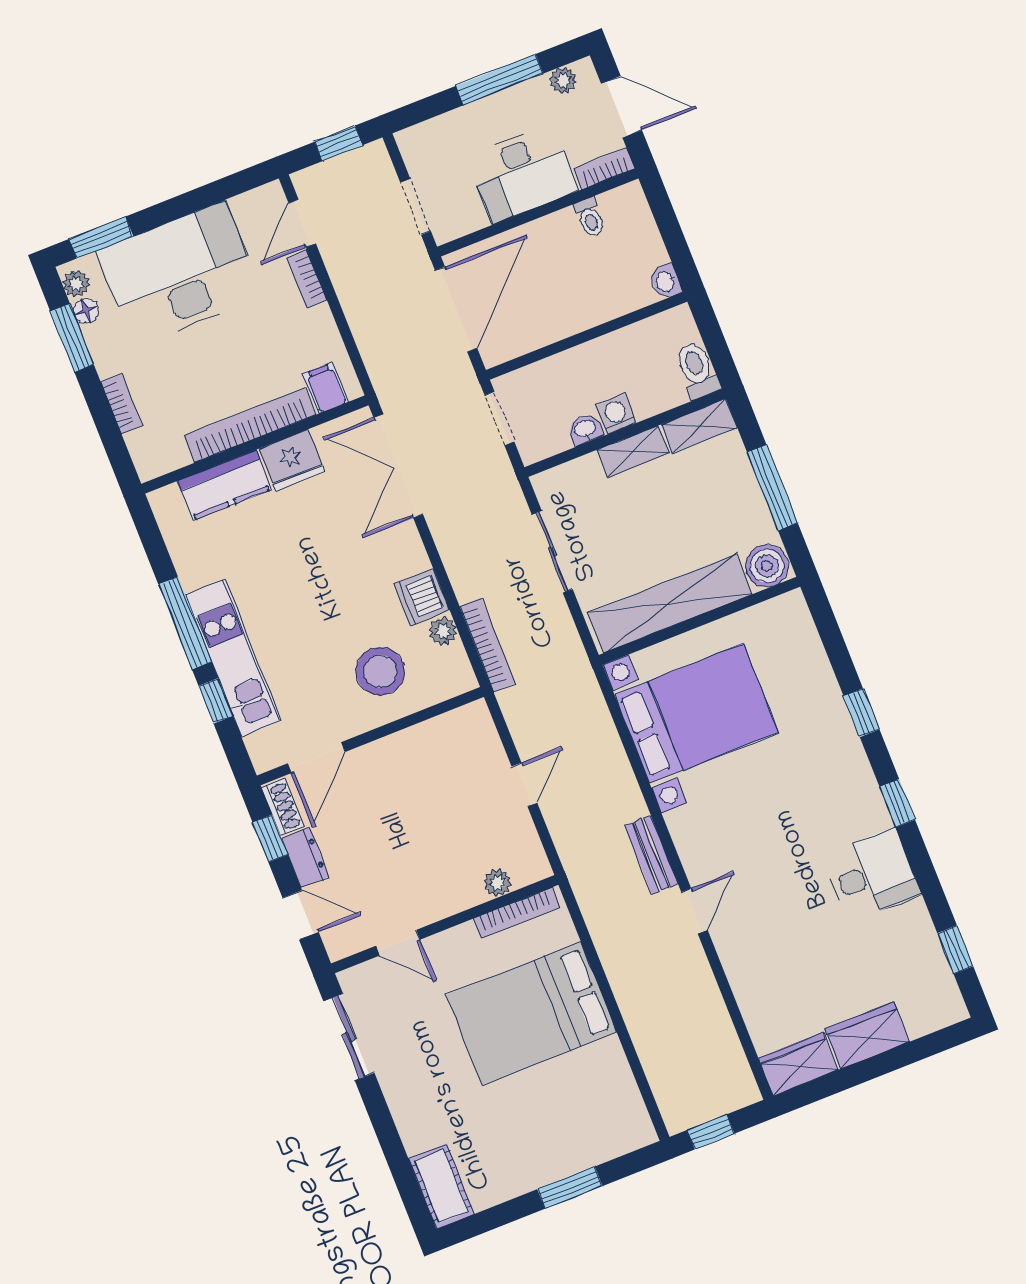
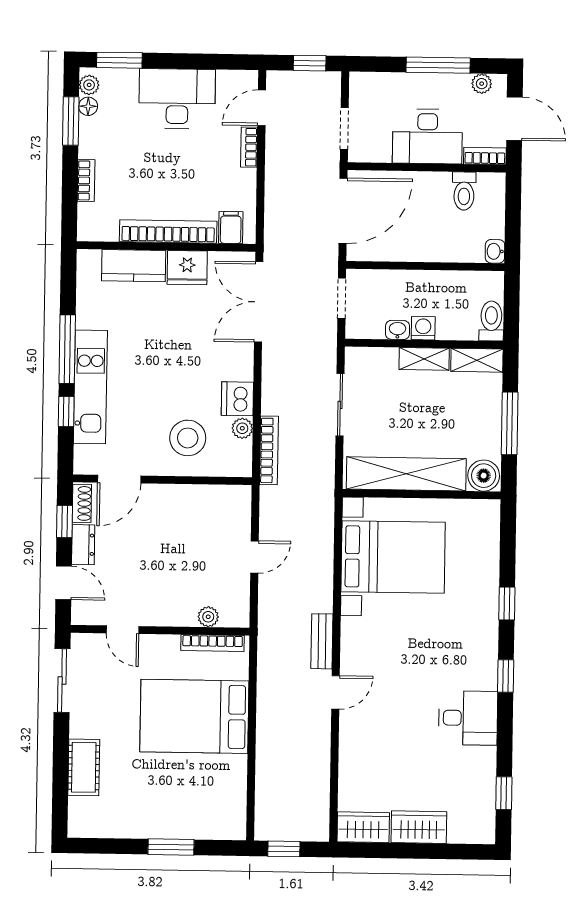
toilet: (590, 218) -> (464, 191), width x1.37, depth x1.39
desk: (180, 273) -> (177, 99), width x0.73, depth x0.77
cot: (441, 1186) -> (84, 767), moved

